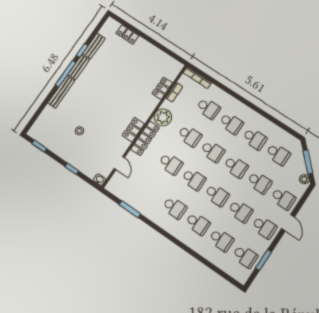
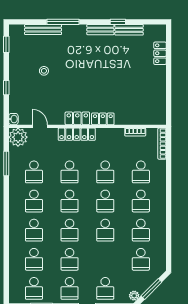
window: (66, 74) -> (63, 22), moved
locker: (162, 88) -> (103, 119), moved
bench: (61, 92) -> (43, 30), moved
plant: (163, 117) -> (18, 137), moved
door: (119, 163) -> (40, 126), swing flipped
school desk: (259, 182) -> (34, 172), moved

